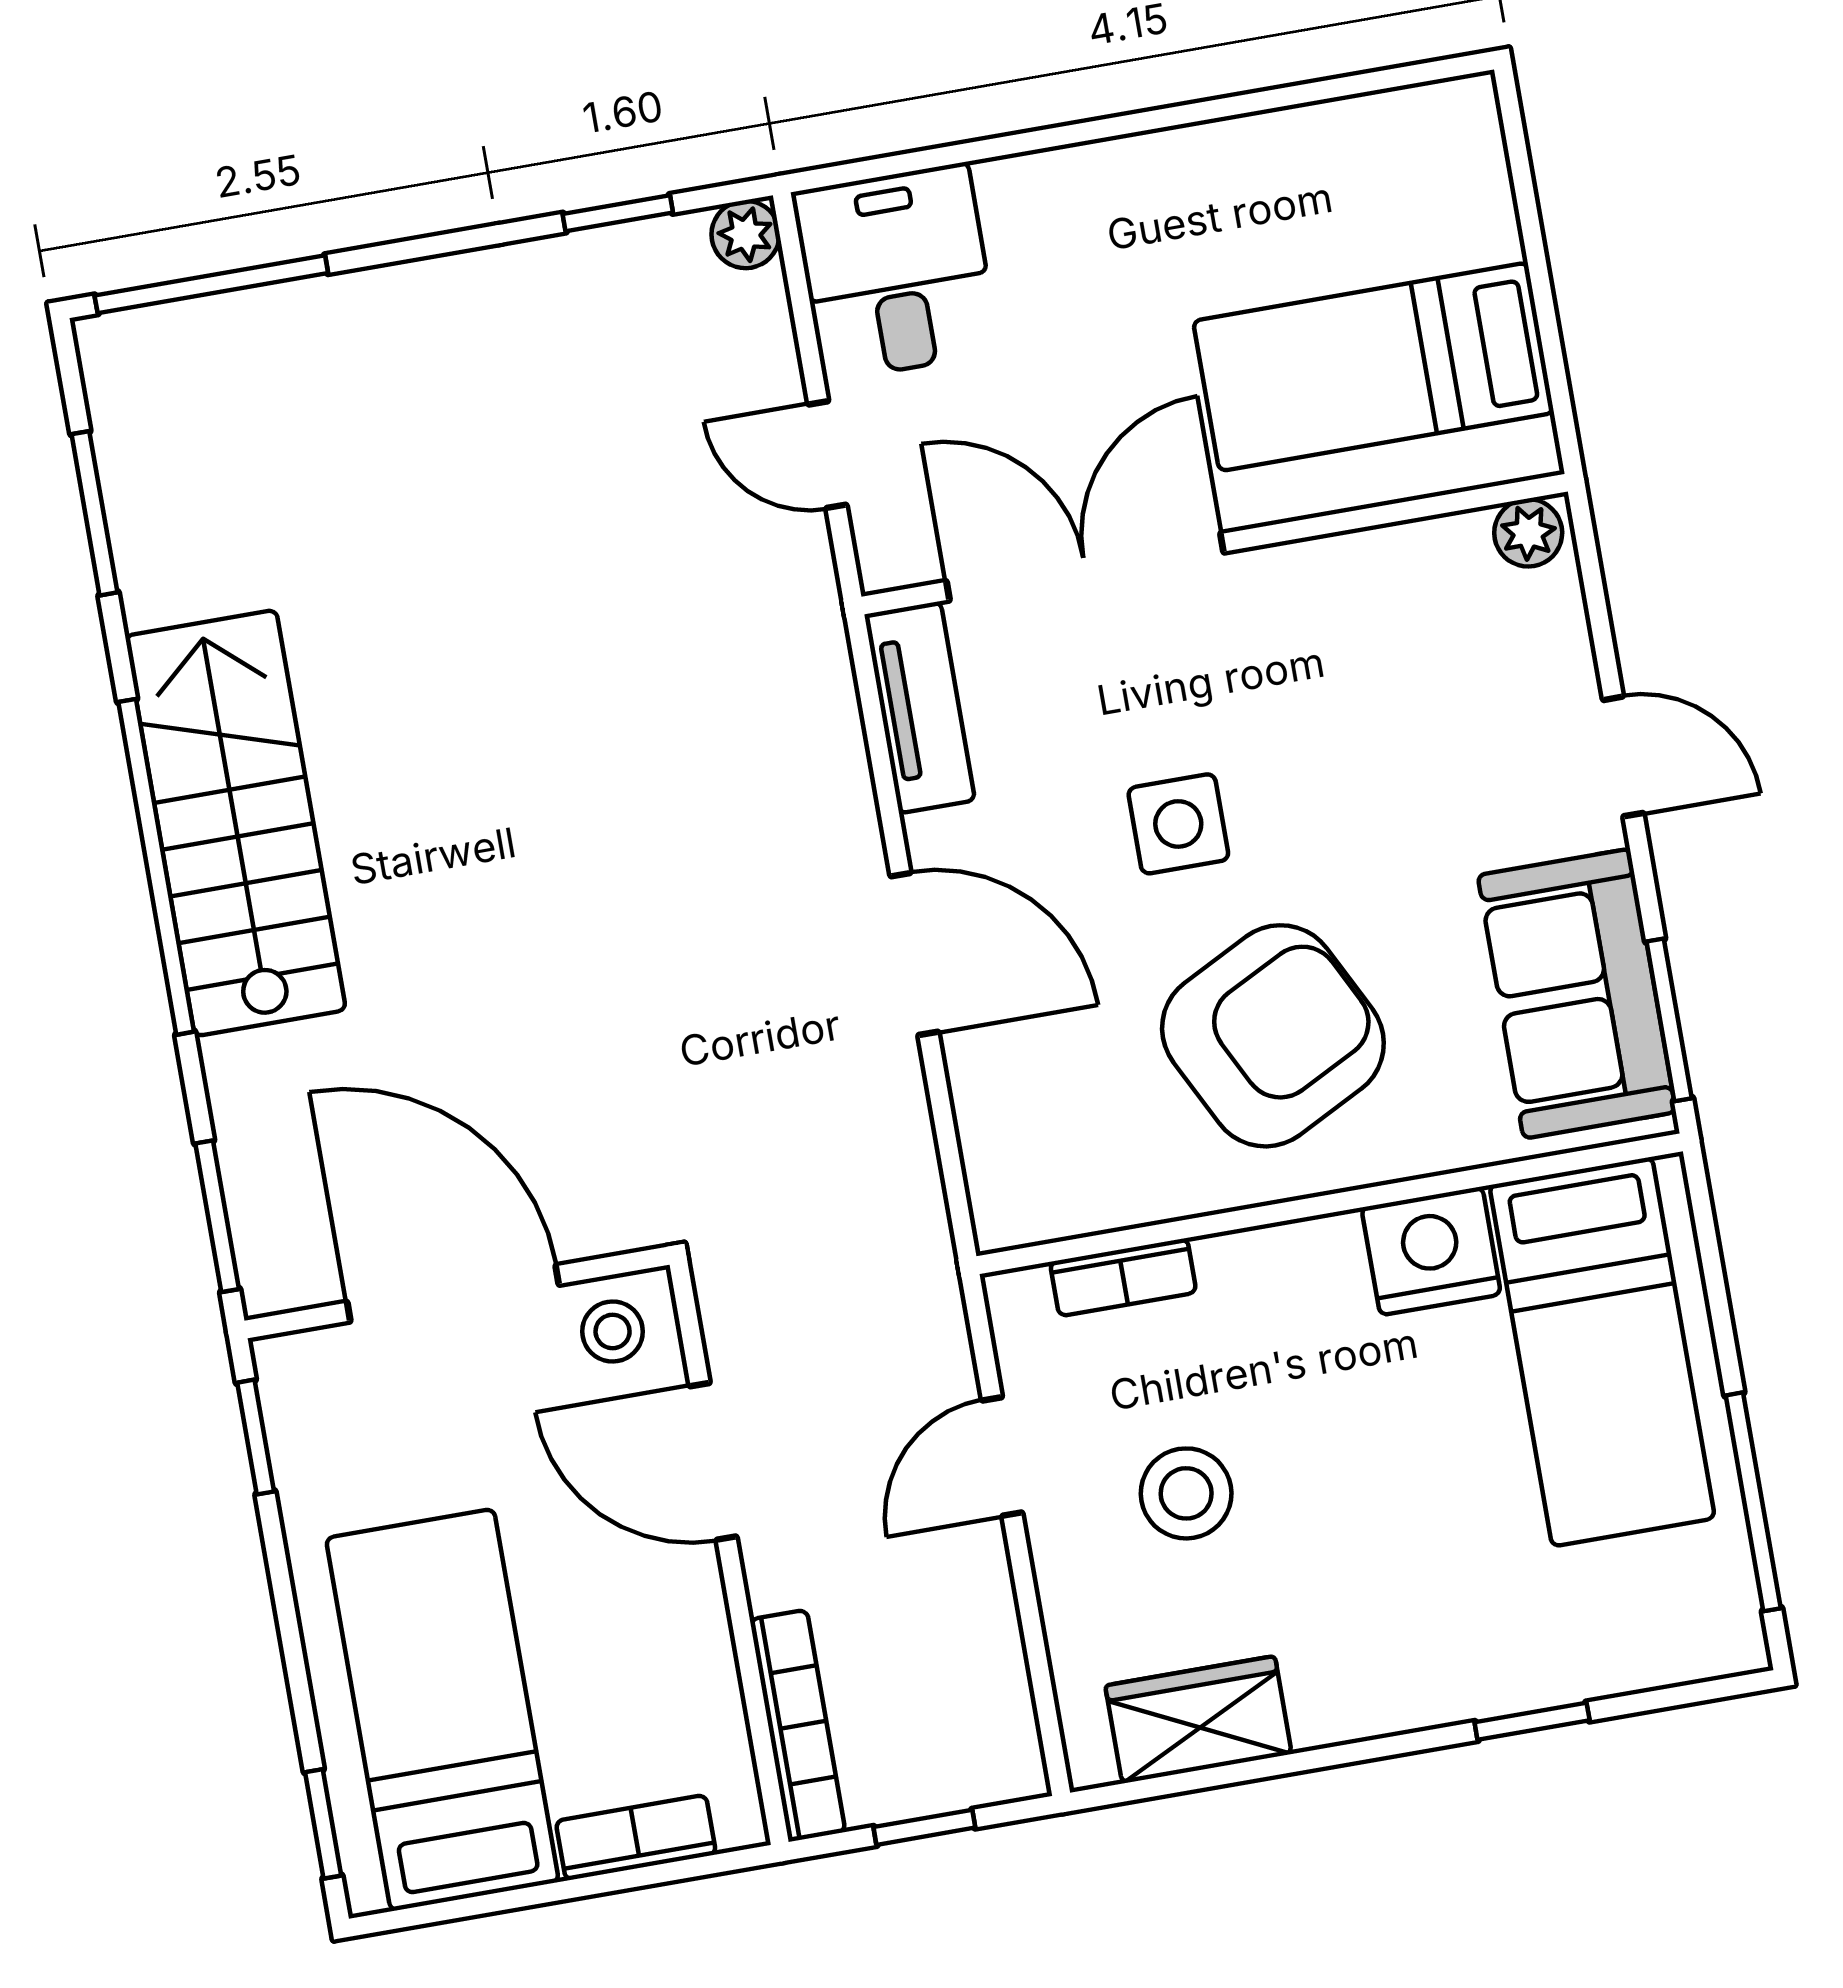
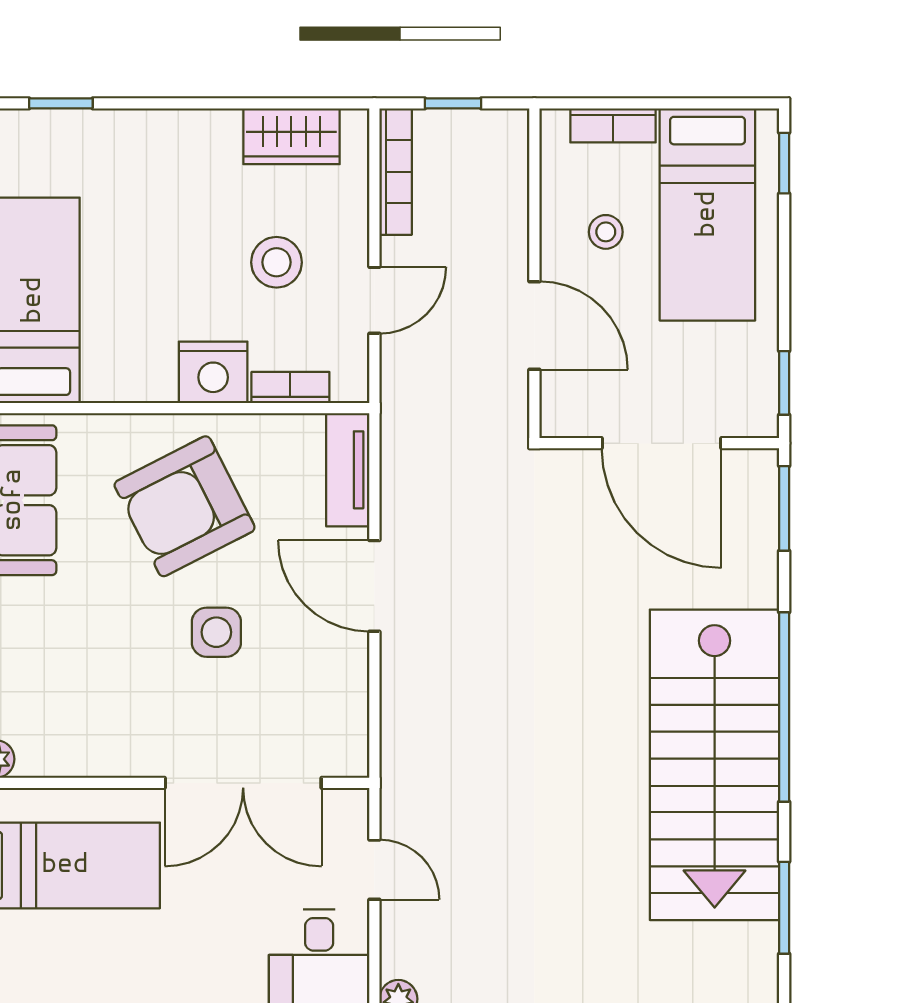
tv unit: (920, 707) -> (348, 470), moved
stairs: (235, 823) -> (715, 765), width x1.36, depth x1.51
nightstand: (1431, 1251) -> (213, 372), moved
stool: (613, 1332) -> (606, 232), moved
window: (1532, 1721) -> (61, 103), moved
bookcase: (798, 1726) -> (396, 172), moved, turned 180

